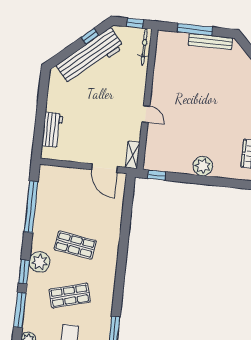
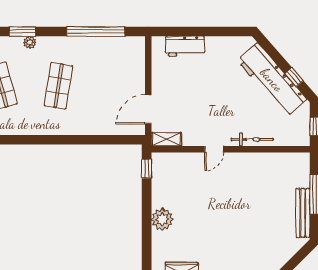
bicycle: (144, 47) -> (252, 139), moved
plant: (40, 262) -> (30, 42), width x0.53, depth x0.53

